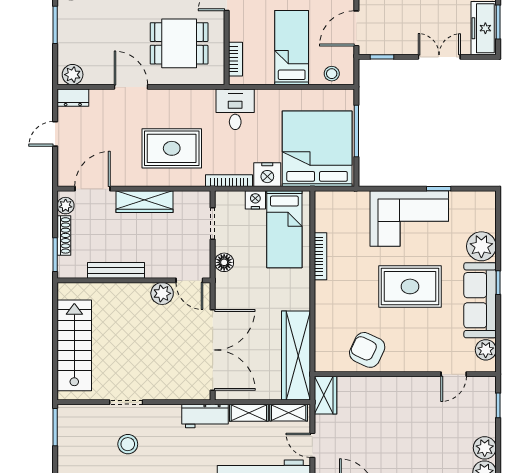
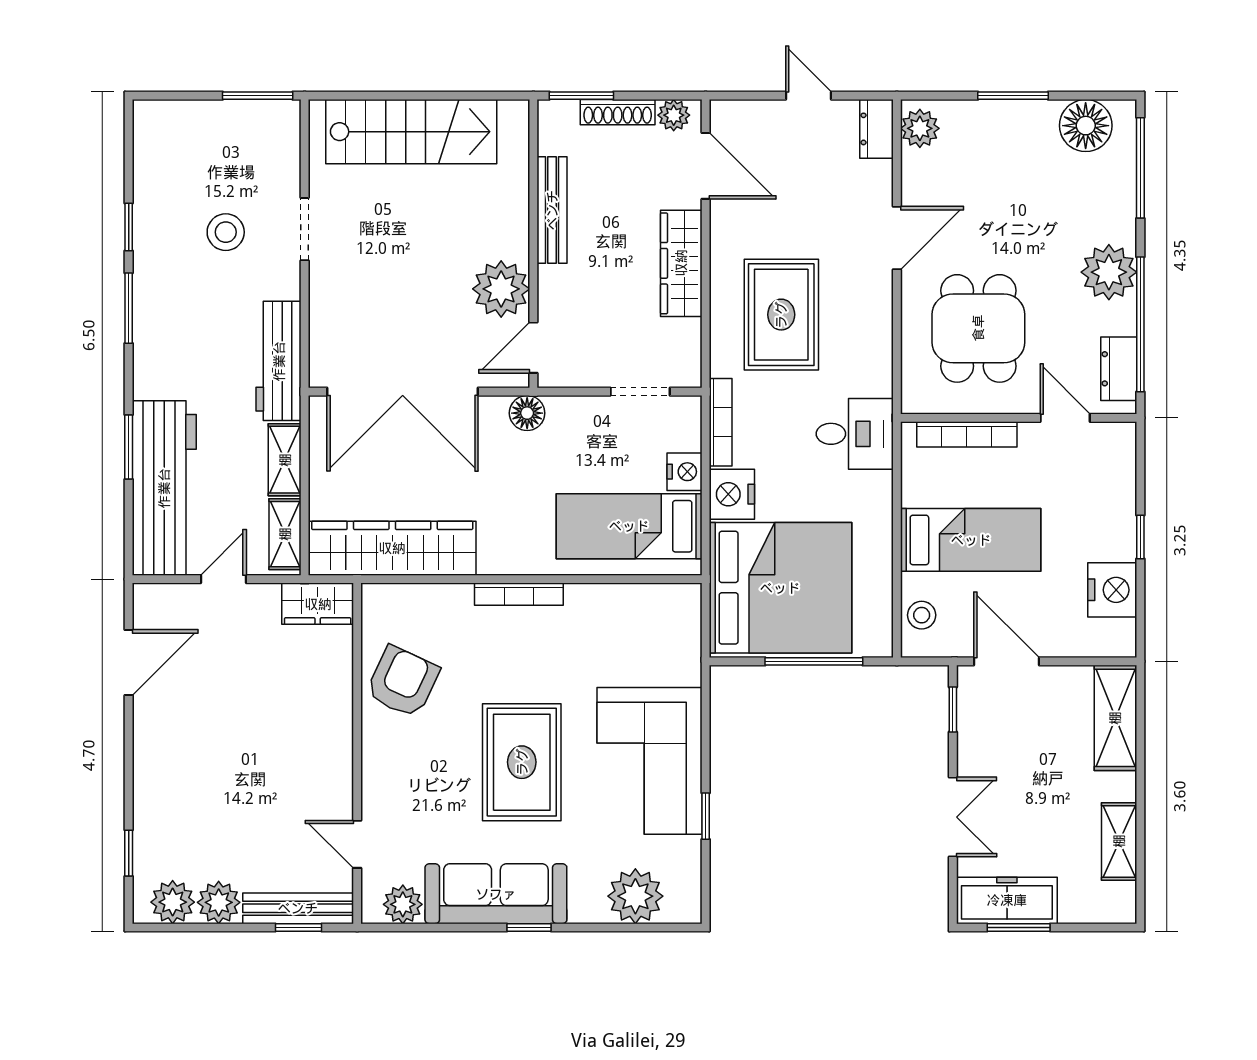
bookcase: (236, 59) -> (967, 434), width x1.56
plant: (481, 246) -> (635, 896), moved
bookcase: (321, 256) -> (519, 594), moved
floor lamp: (224, 262) -> (527, 413), moved
plant: (162, 293) -> (501, 289), width x1.36, depth x1.36
bench: (488, 406) -> (298, 908), added
workbench: (205, 416) -> (279, 361), width x1.38

